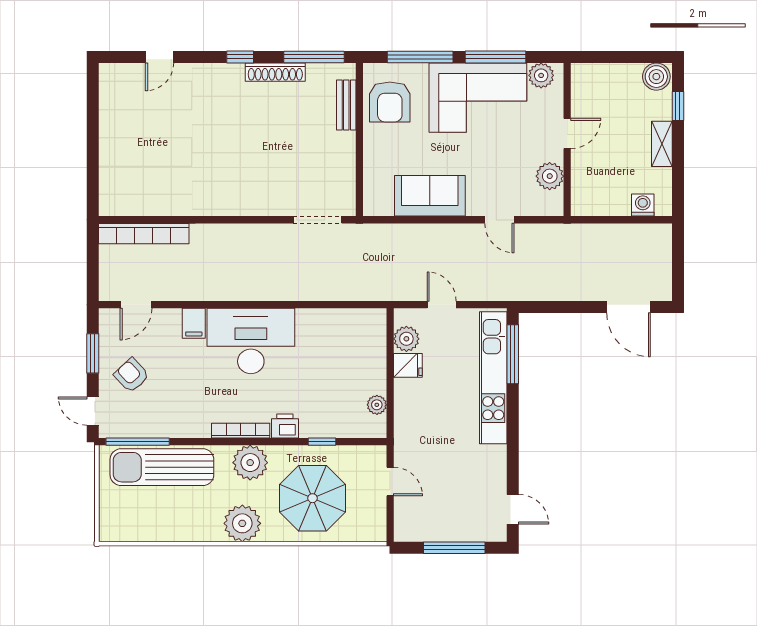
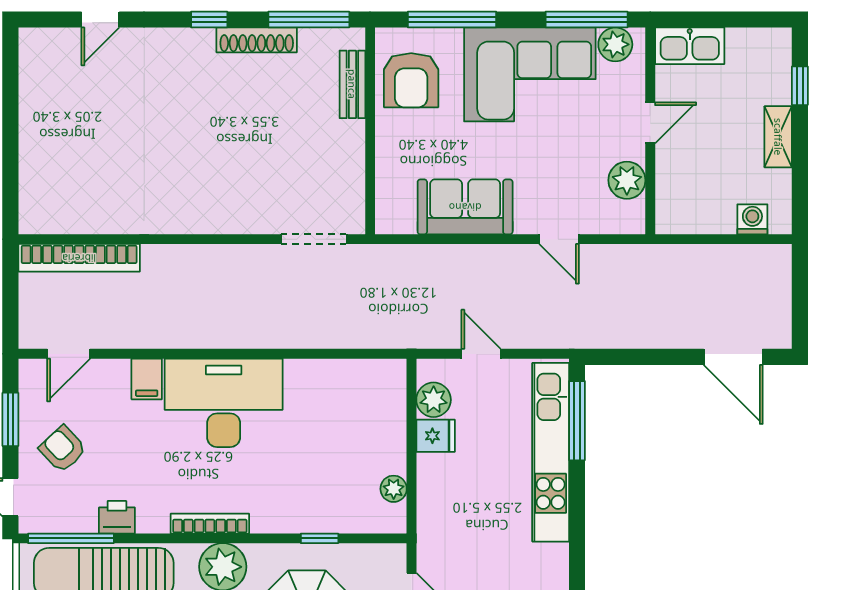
window: (496, 57) -> (587, 19), moved
kitchen sink: (596, 76) -> (690, 46), added
boiler: (656, 77) -> (771, 46), removed
printer: (285, 426) -> (117, 517), moved

